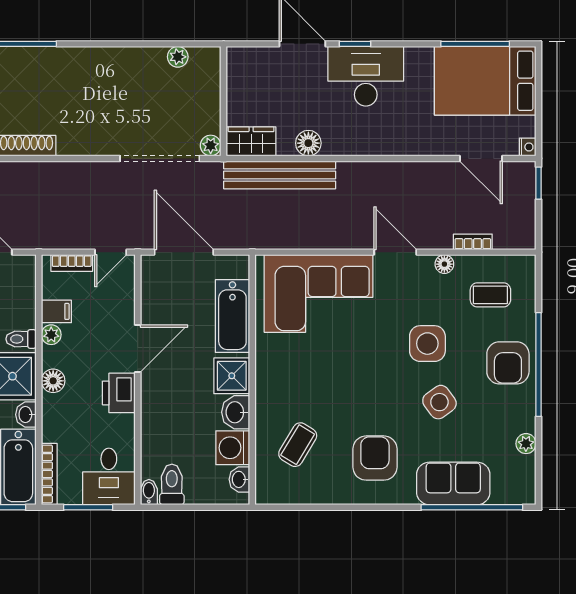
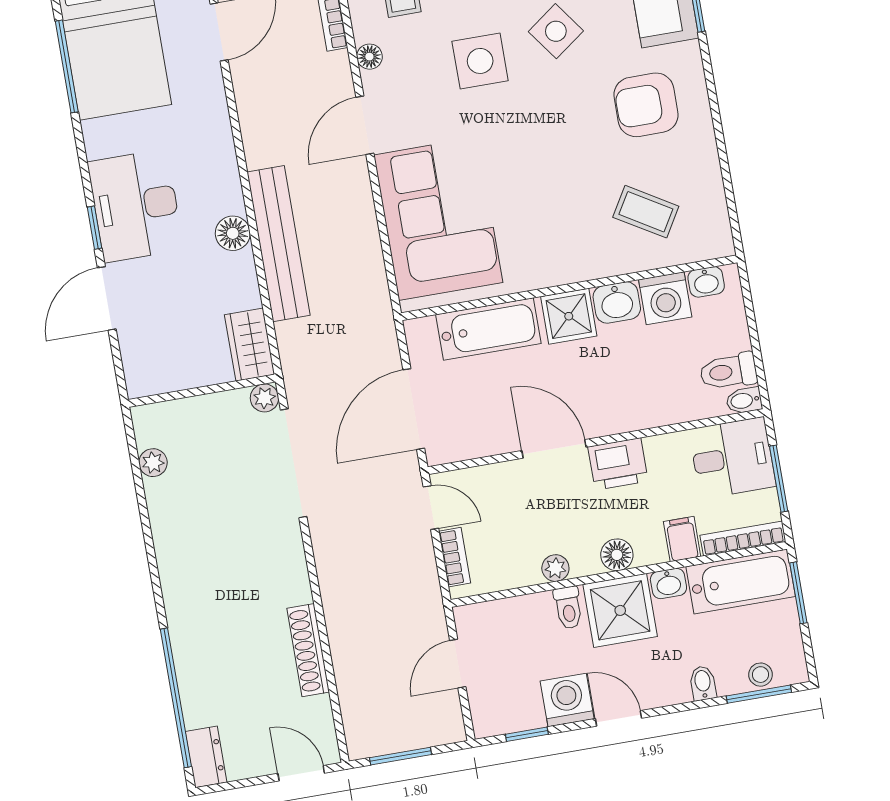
floor lamp: (308, 143) -> (233, 233), moved
bench: (280, 175) -> (279, 244), moved
filing cabinet: (56, 311) -> (682, 539), moved

